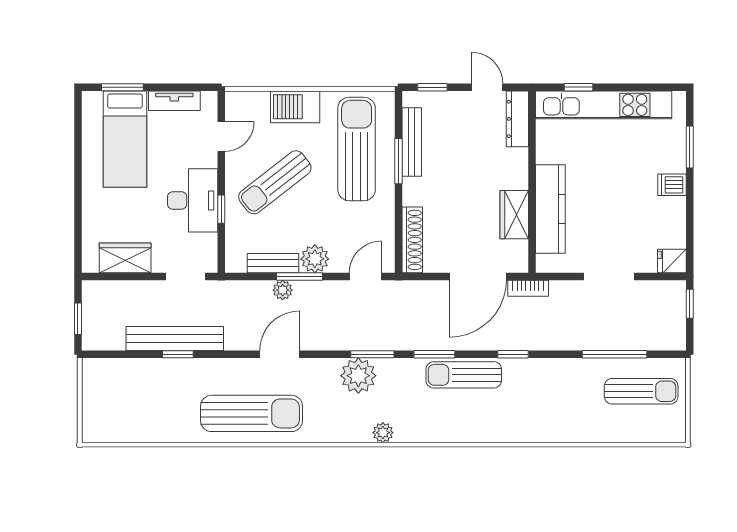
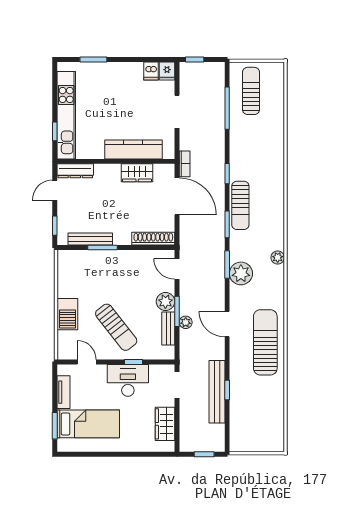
sun lounger: (357, 149) -> (95, 275), removed
dishwasher: (672, 185) -> (151, 71), moved

